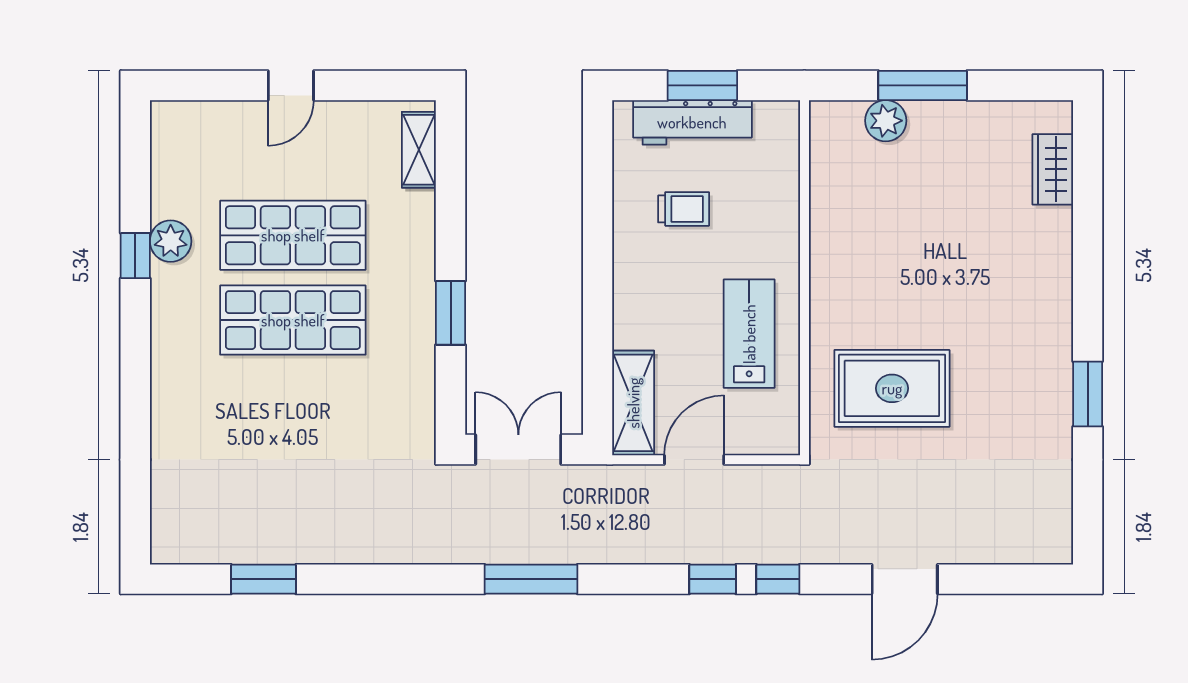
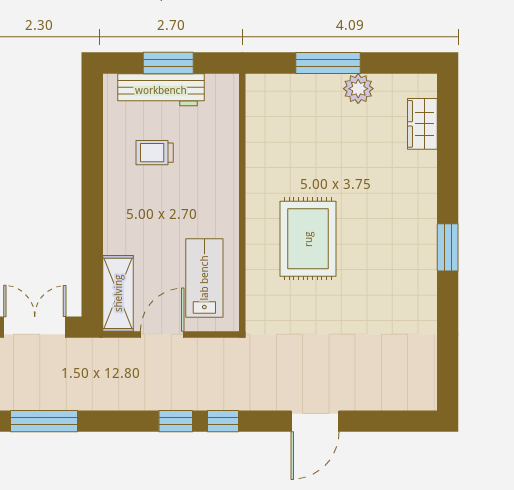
plant: (886, 121) -> (358, 89), moved
trolley: (684, 209) -> (155, 153), turned 180
lab bench: (749, 334) -> (204, 278), moved
rug: (892, 388) -> (308, 239), moved, turned 90
window: (1088, 394) -> (448, 247), moved

